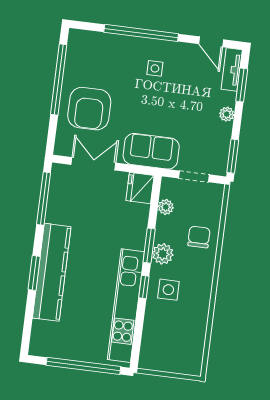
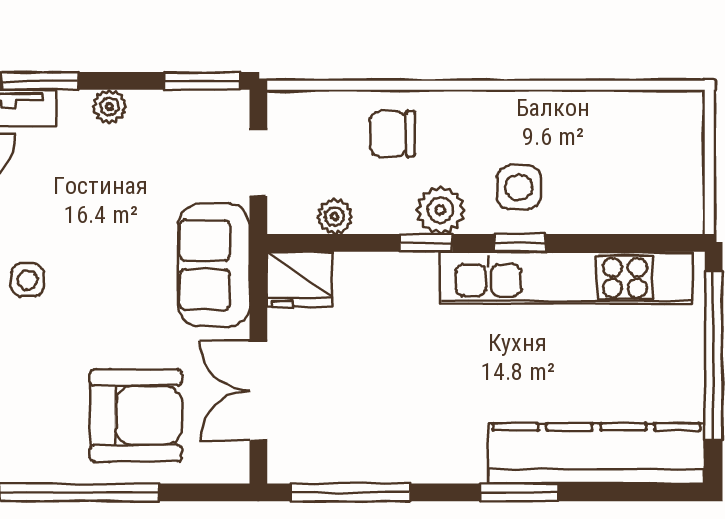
window: (149, 246) -> (426, 243), width x0.67
kitchen counter: (52, 272) -> (596, 453), moved

